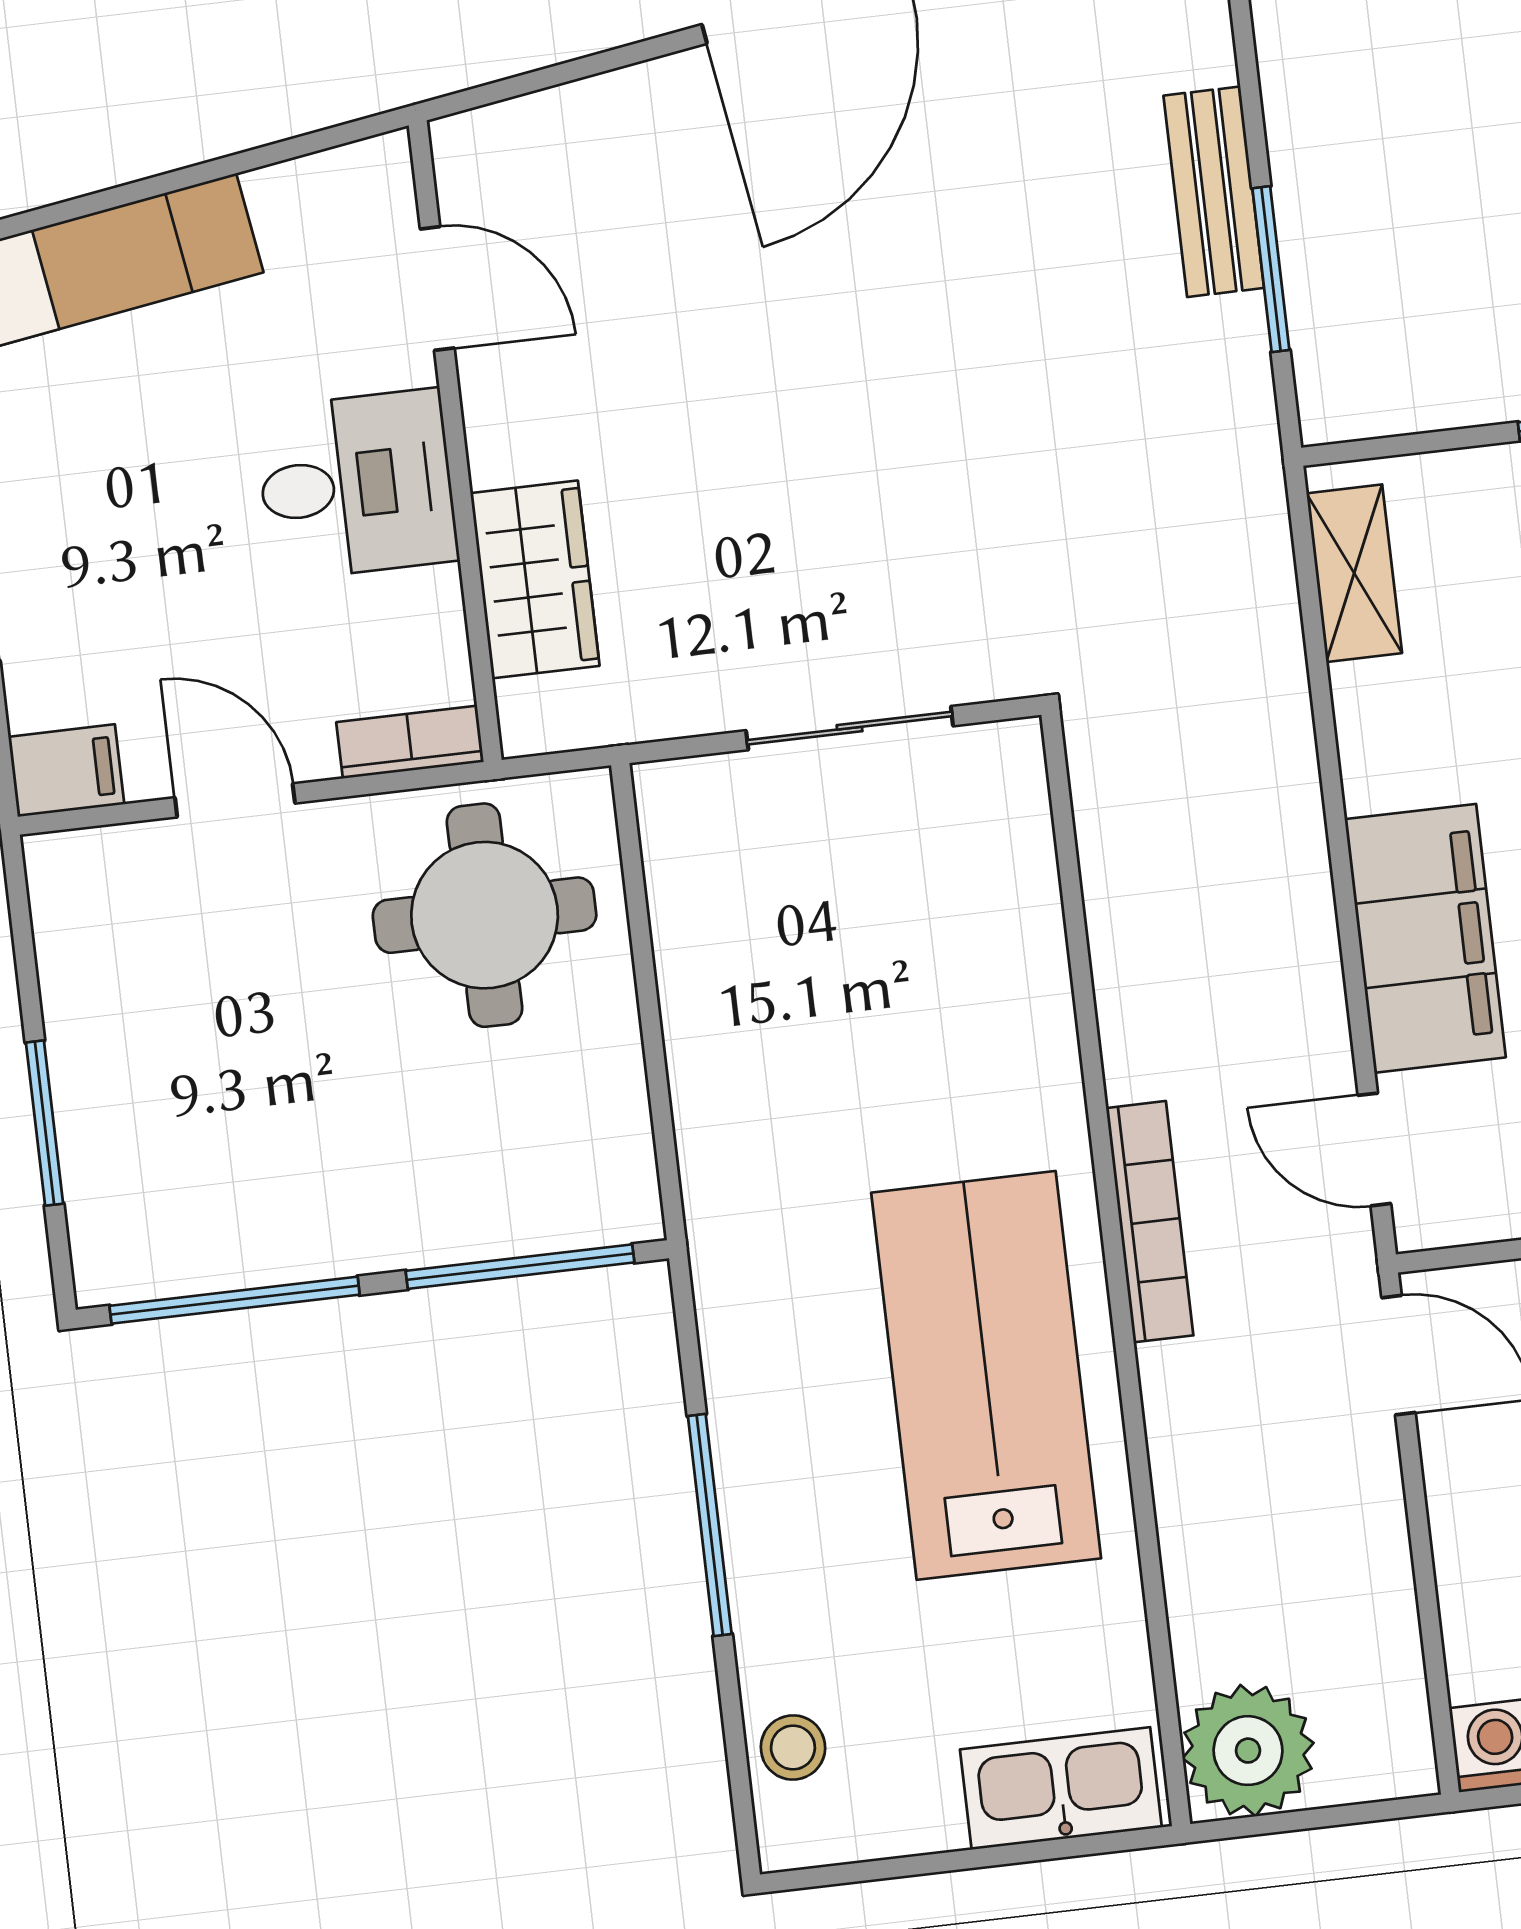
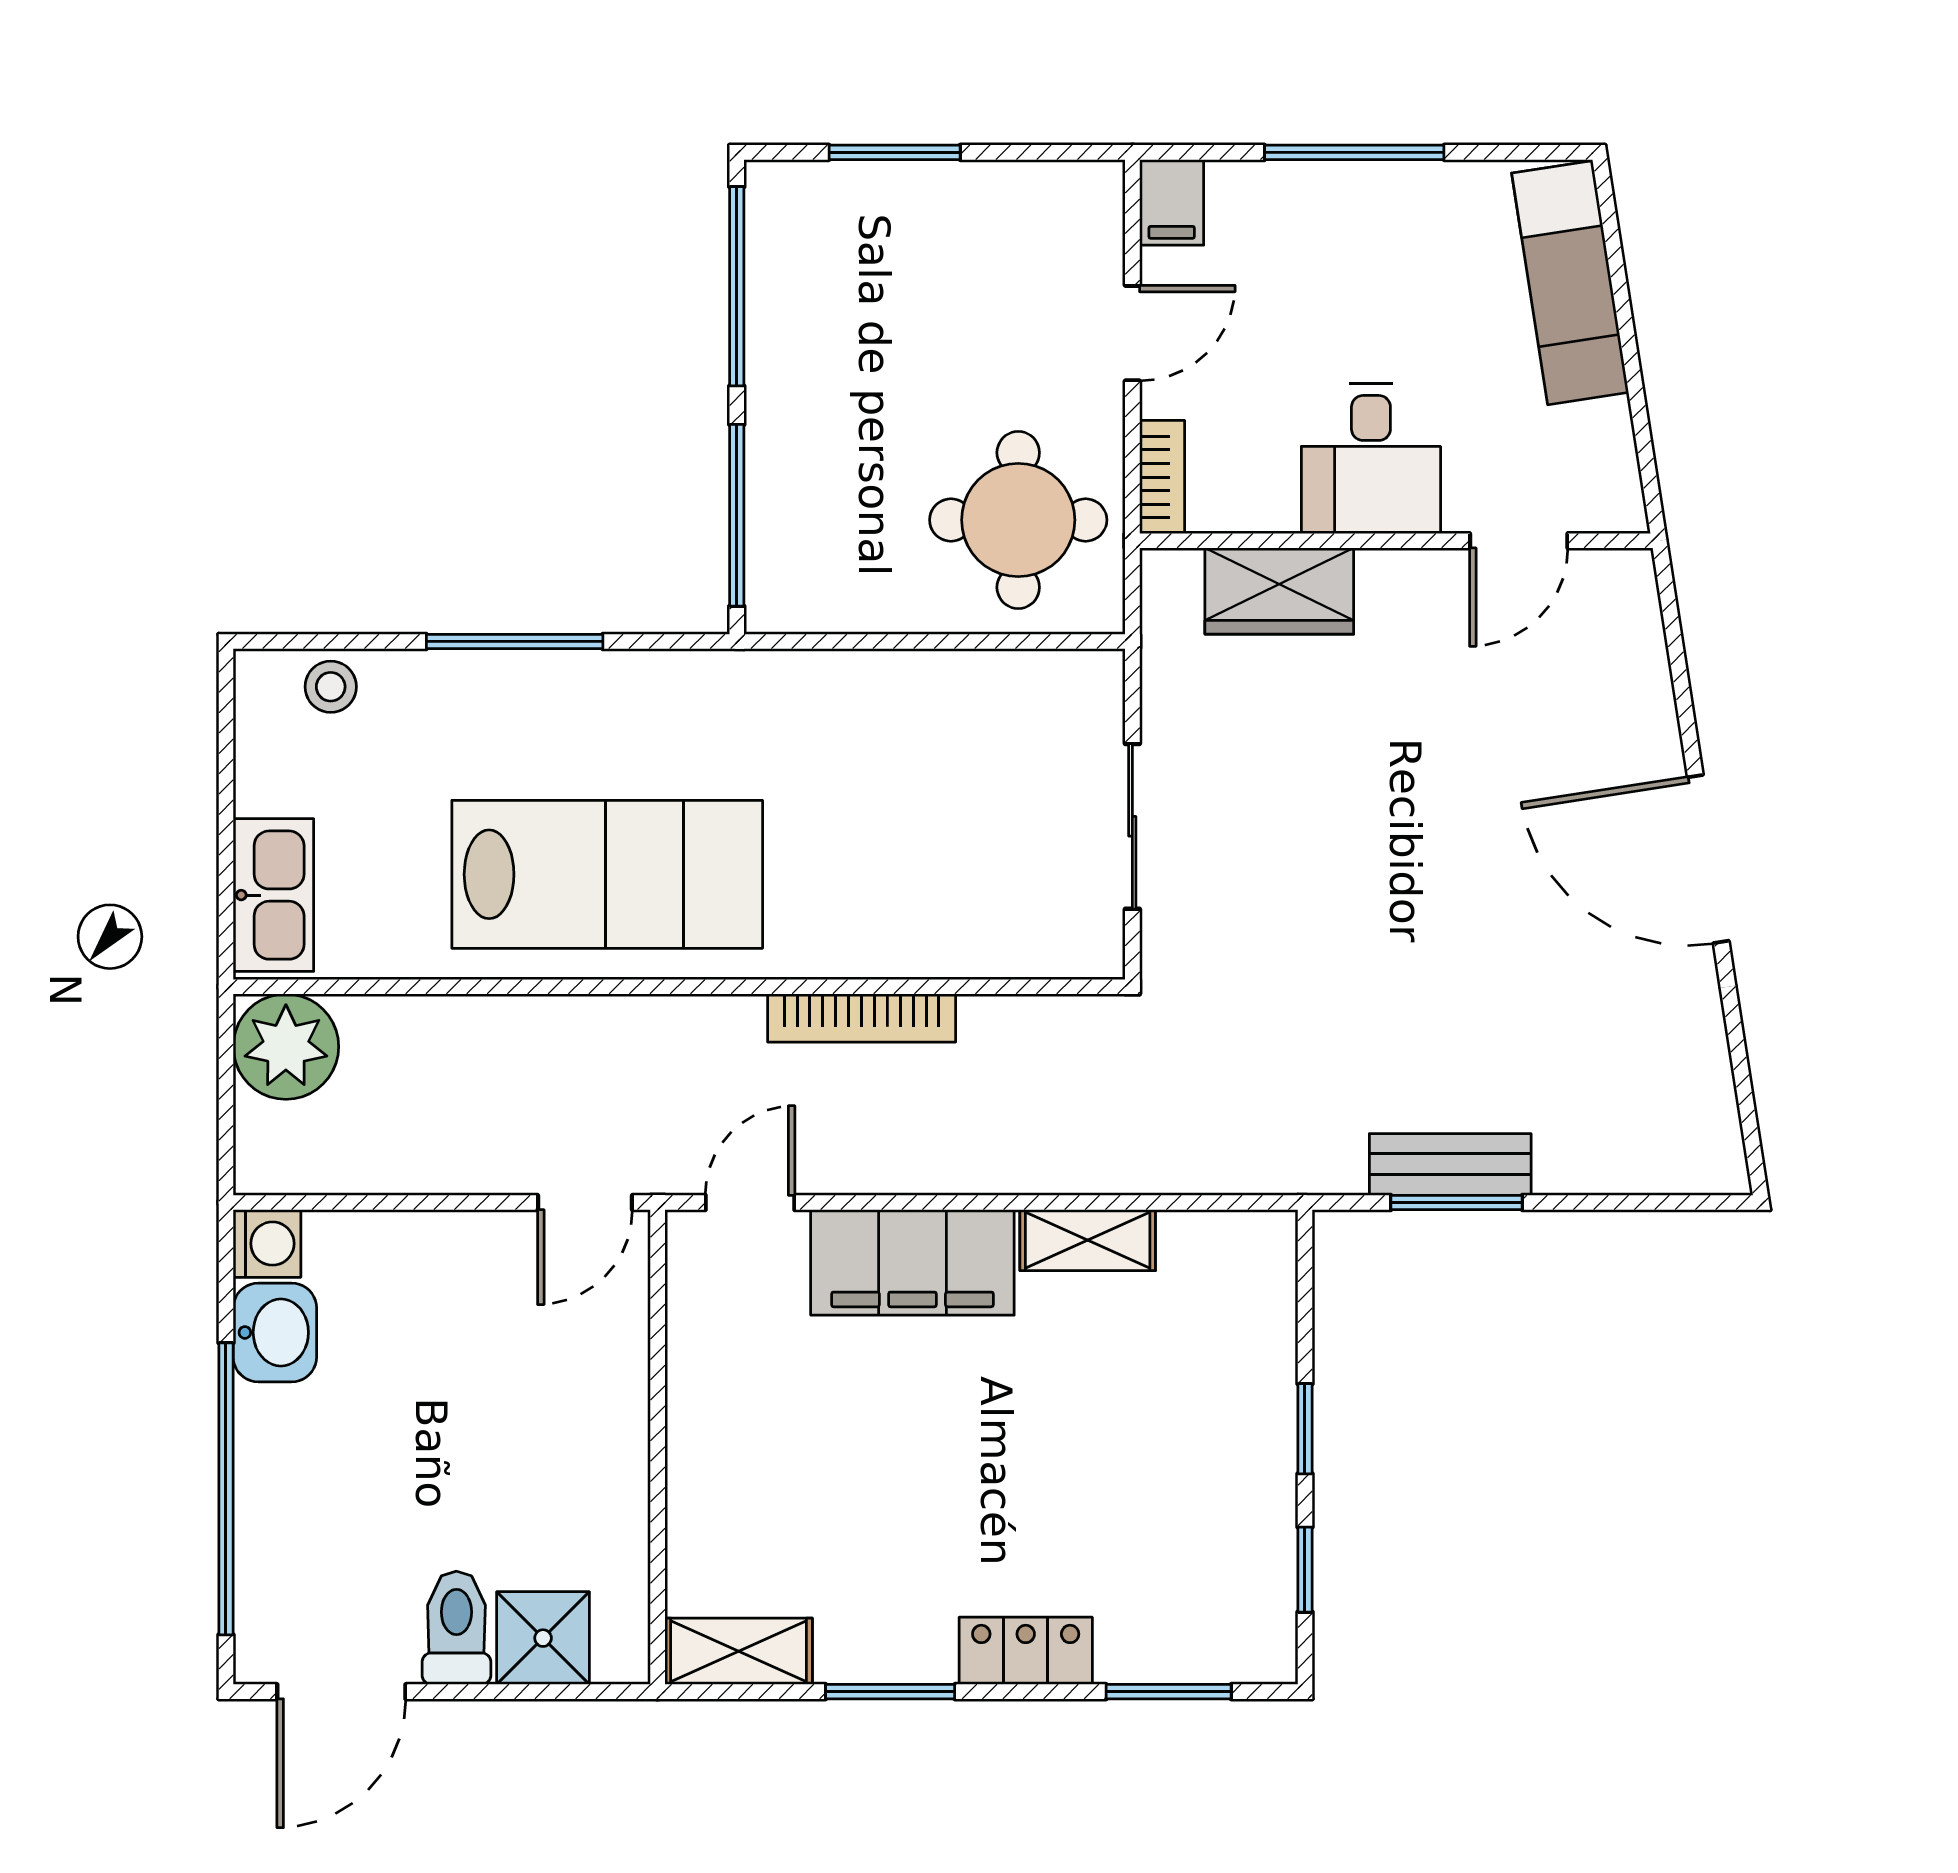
bench: (1214, 192) -> (1450, 1164), moved
shelving: (1354, 573) -> (1088, 1240), moved
bookcase: (1150, 1222) -> (862, 1018), moved

